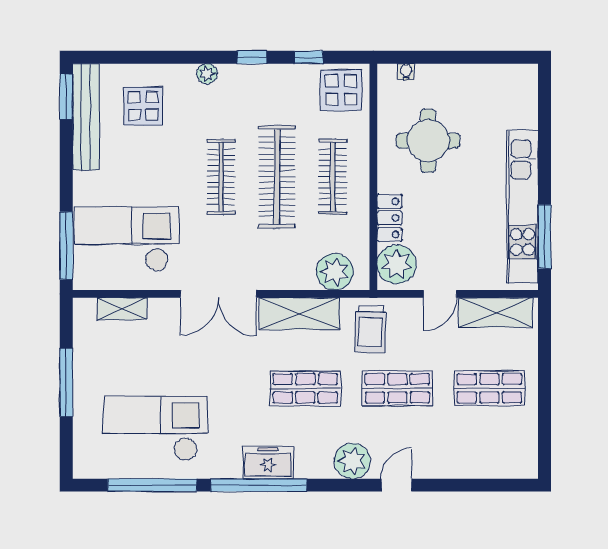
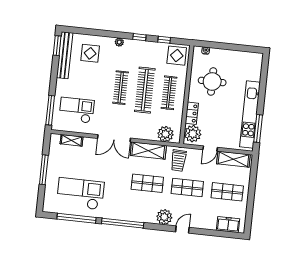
checkout: (127, 239) -> (77, 110), width x0.73, depth x0.83
freezer: (268, 463) -> (228, 224), moved

